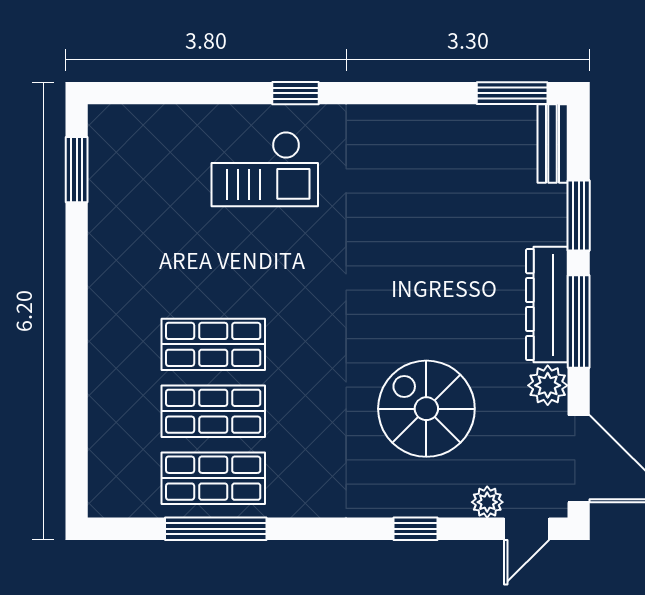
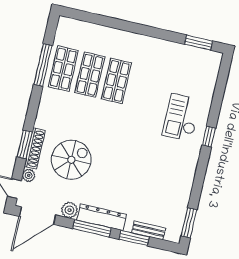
bench: (553, 144) -> (149, 230), moved
shoe rack: (420, 502) -> (35, 148), added
window: (416, 529) -> (25, 144), width x1.50

